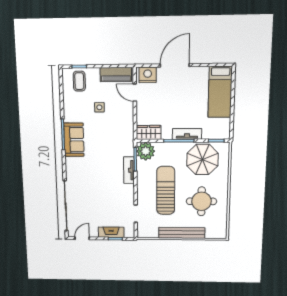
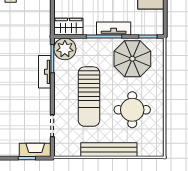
sun lounger: (166, 190) -> (89, 97), turned 180
fireplace: (111, 232) -> (35, 150), moved

